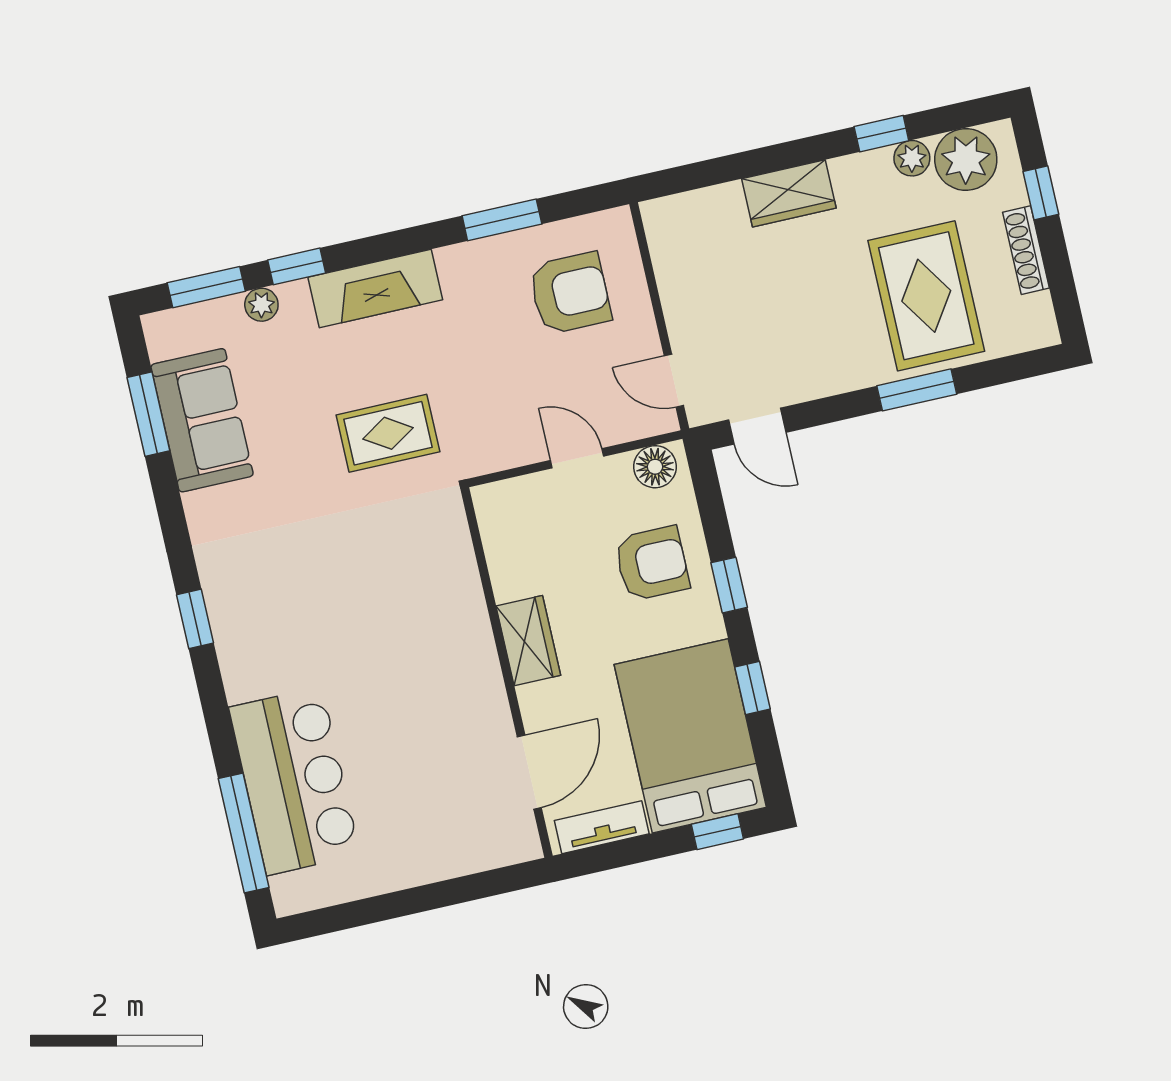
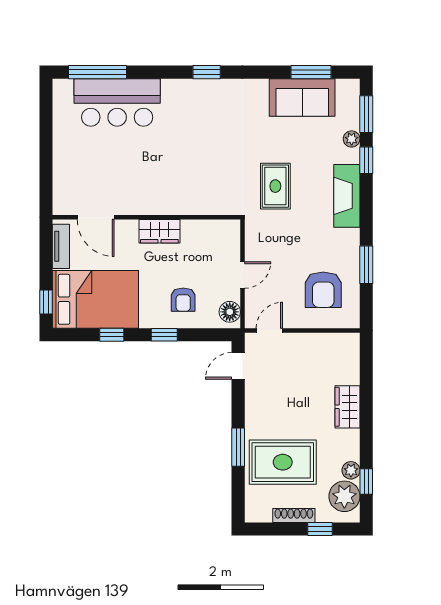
window: (881, 134) -> (366, 481), moved
armchair: (652, 563) -> (183, 300), width x0.72, depth x0.72

